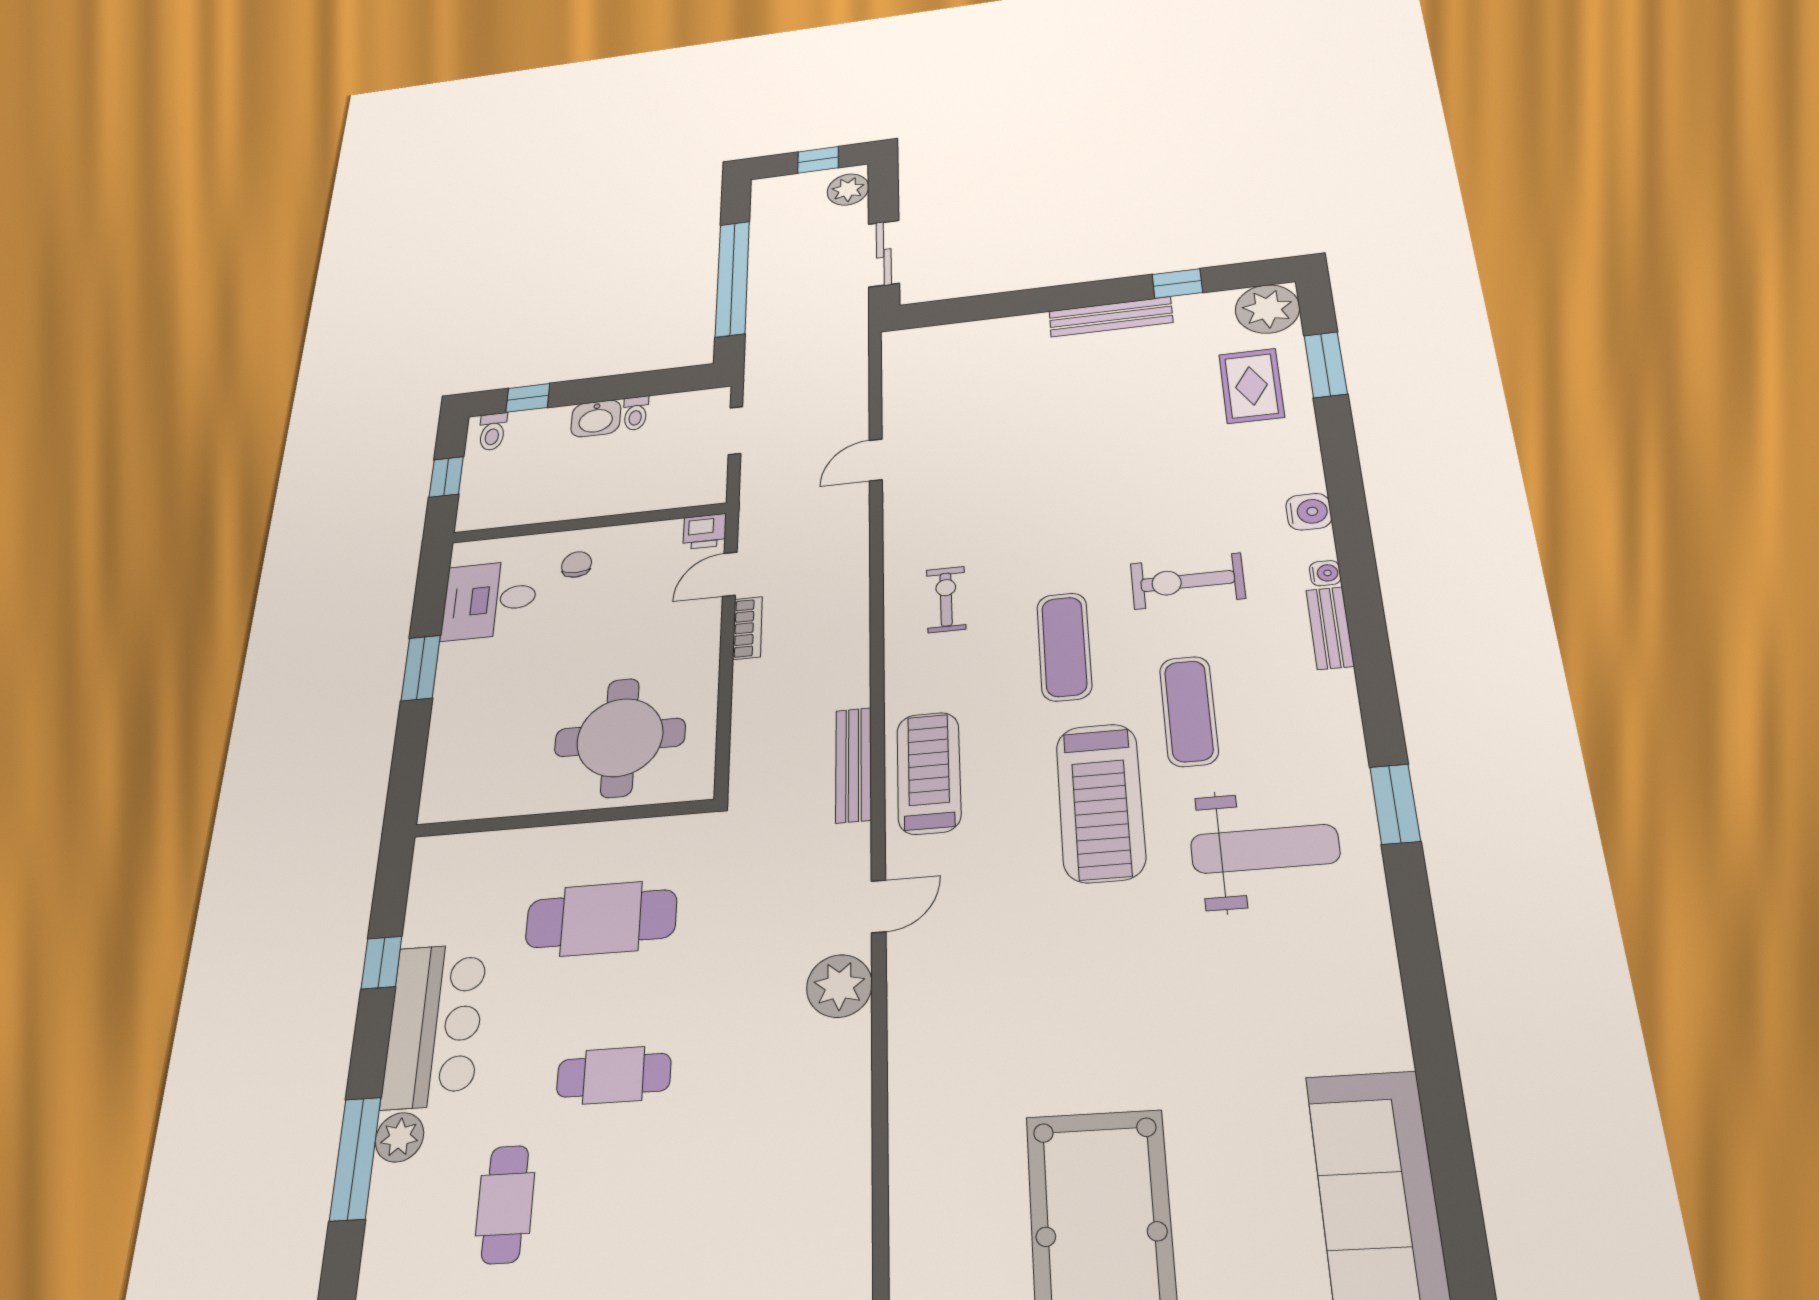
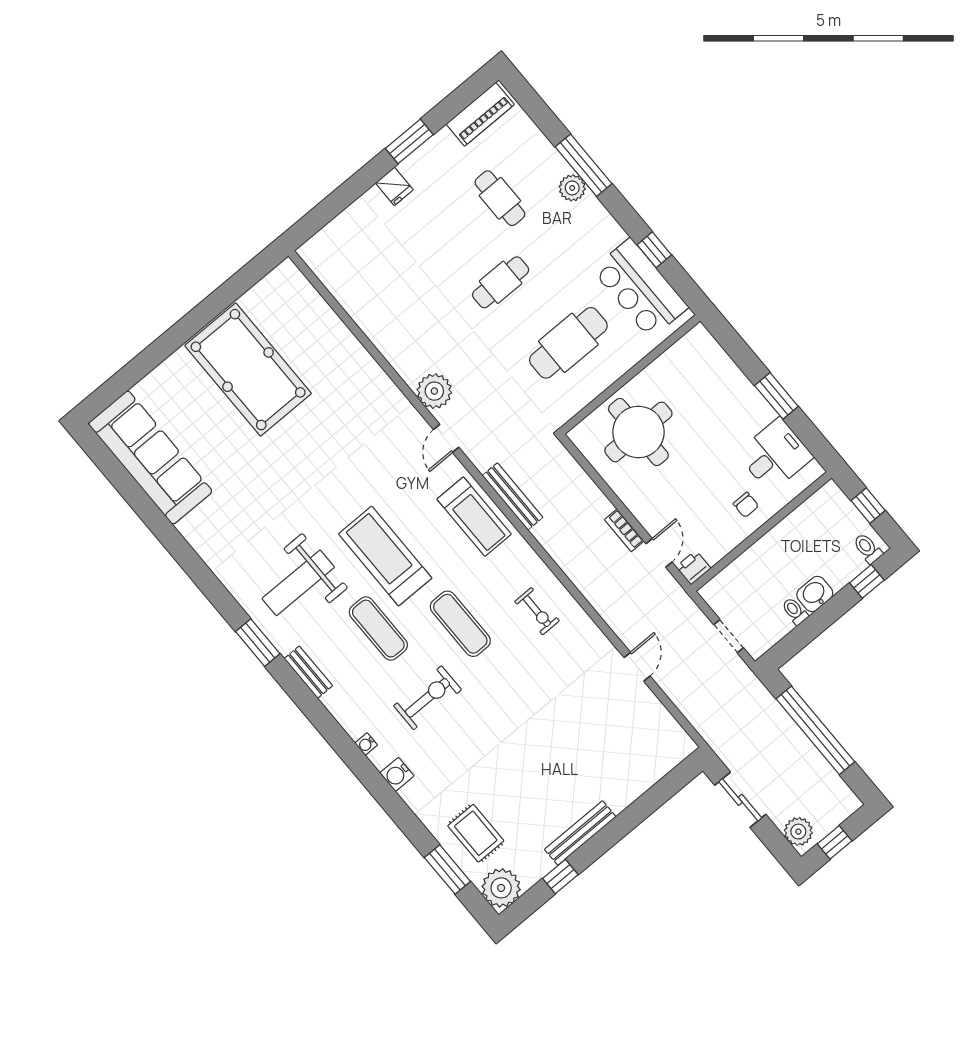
bench: (1330, 628) -> (308, 672), moved
bar counter: (435, 1025) -> (640, 288), moved

